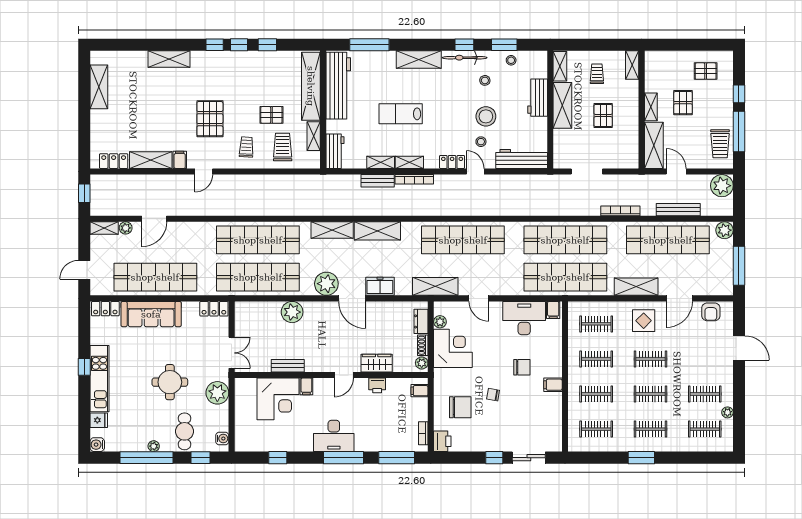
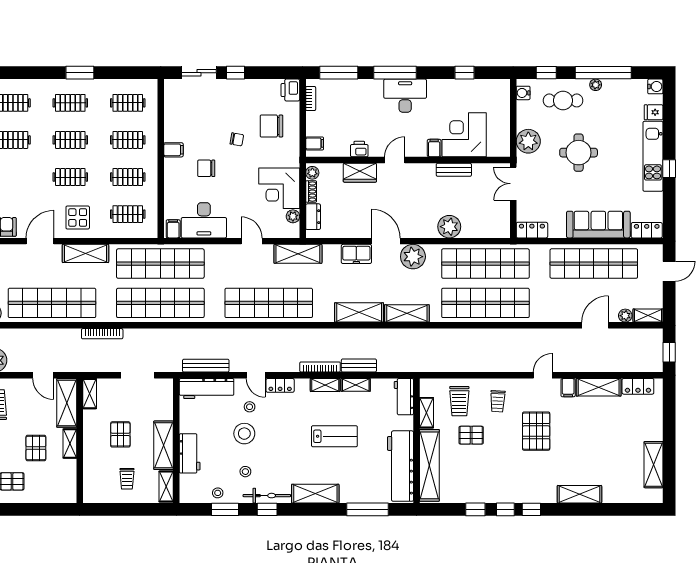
shelving: (632, 65) -> (90, 394), moved
bench: (678, 210) -> (206, 366), moved
cafe table: (185, 431) -> (563, 100), turned 90

